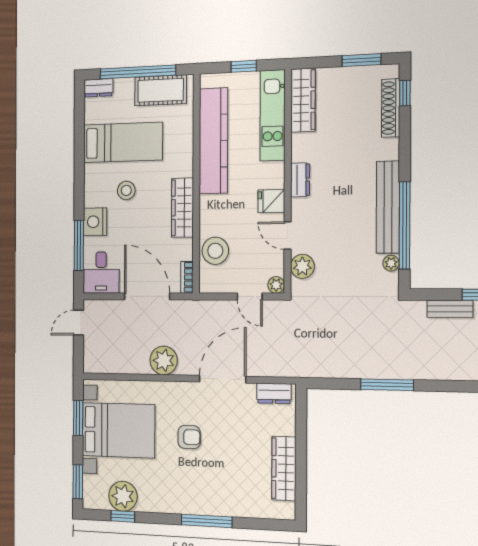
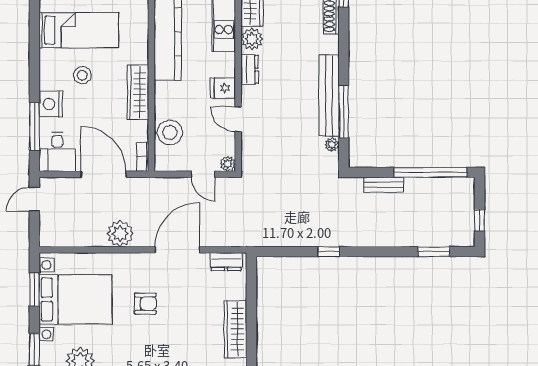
window: (404, 225) -> (344, 112), width x0.68
plant: (302, 266) -> (252, 39), moved
window: (387, 385) -> (329, 252), width x0.46

